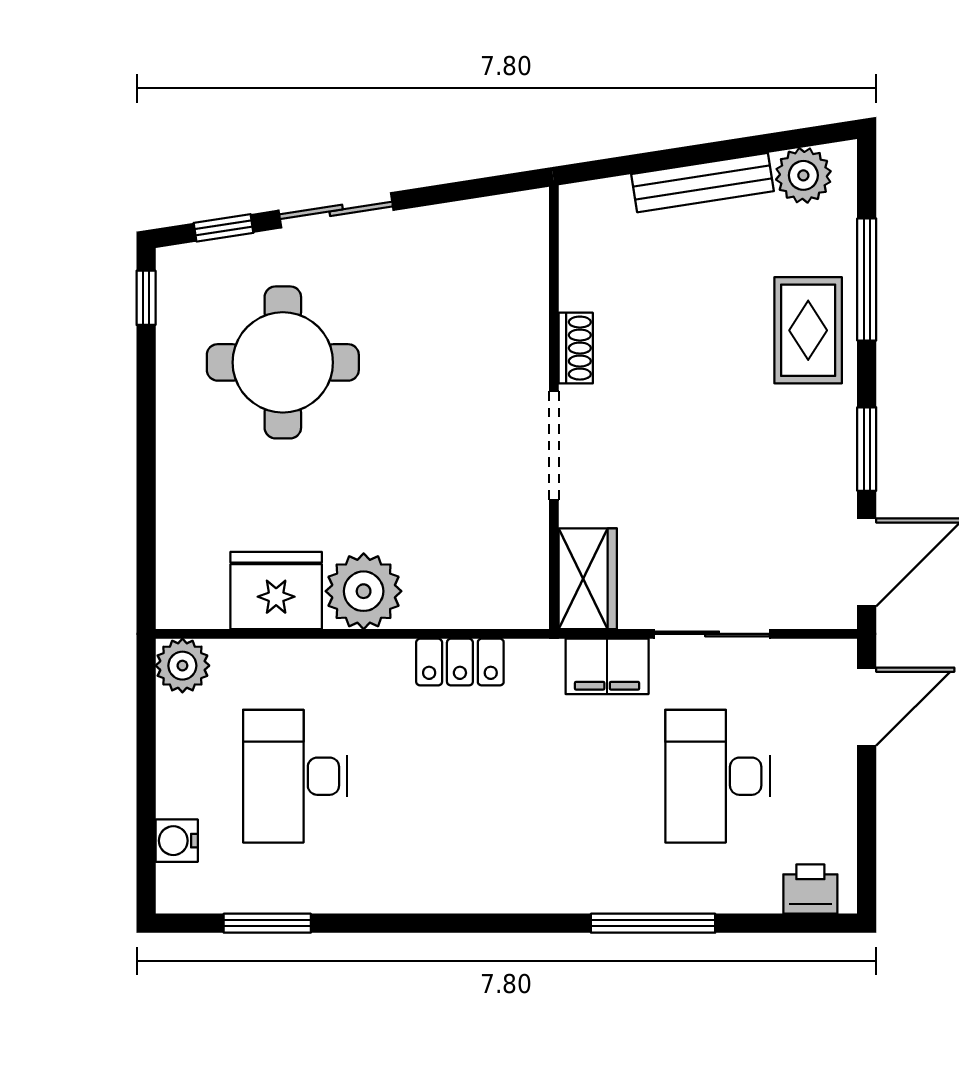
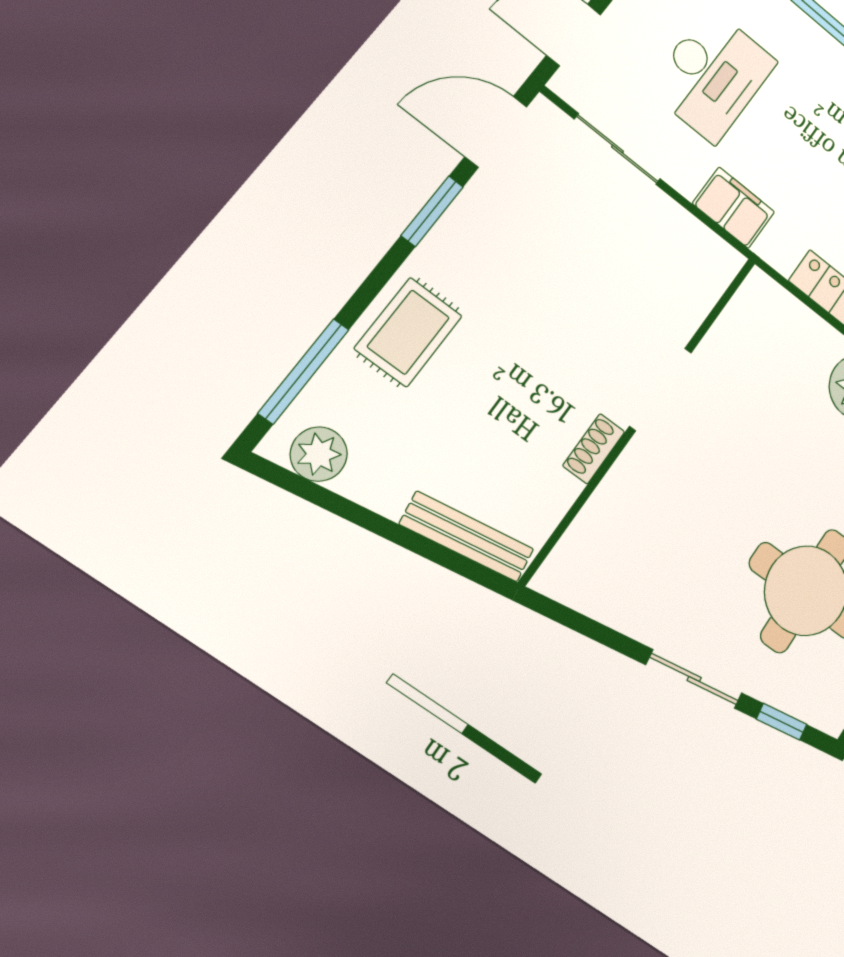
bench: (703, 183) -> (467, 537), moved
window: (867, 279) -> (304, 371), moved
wardrobe: (588, 579) -> (704, 277), removed
sliding door: (712, 634) -> (618, 149), moved

